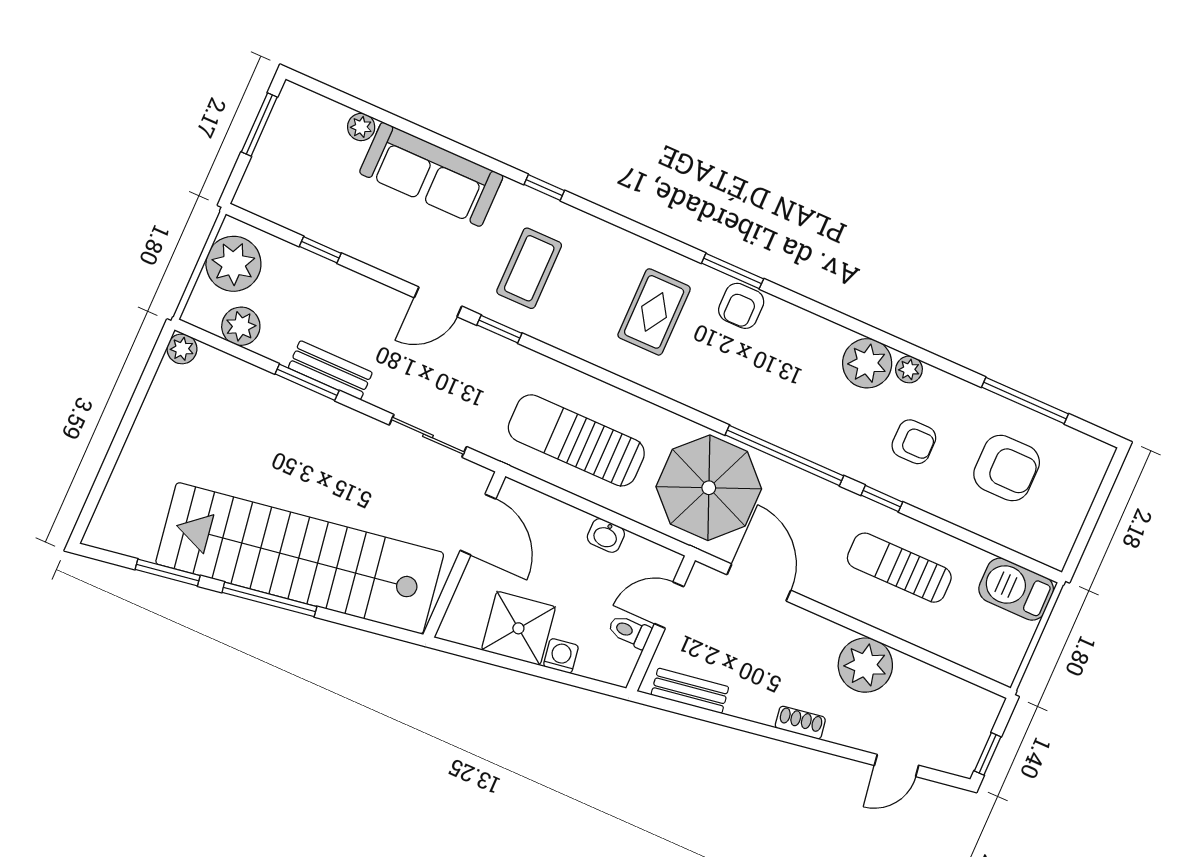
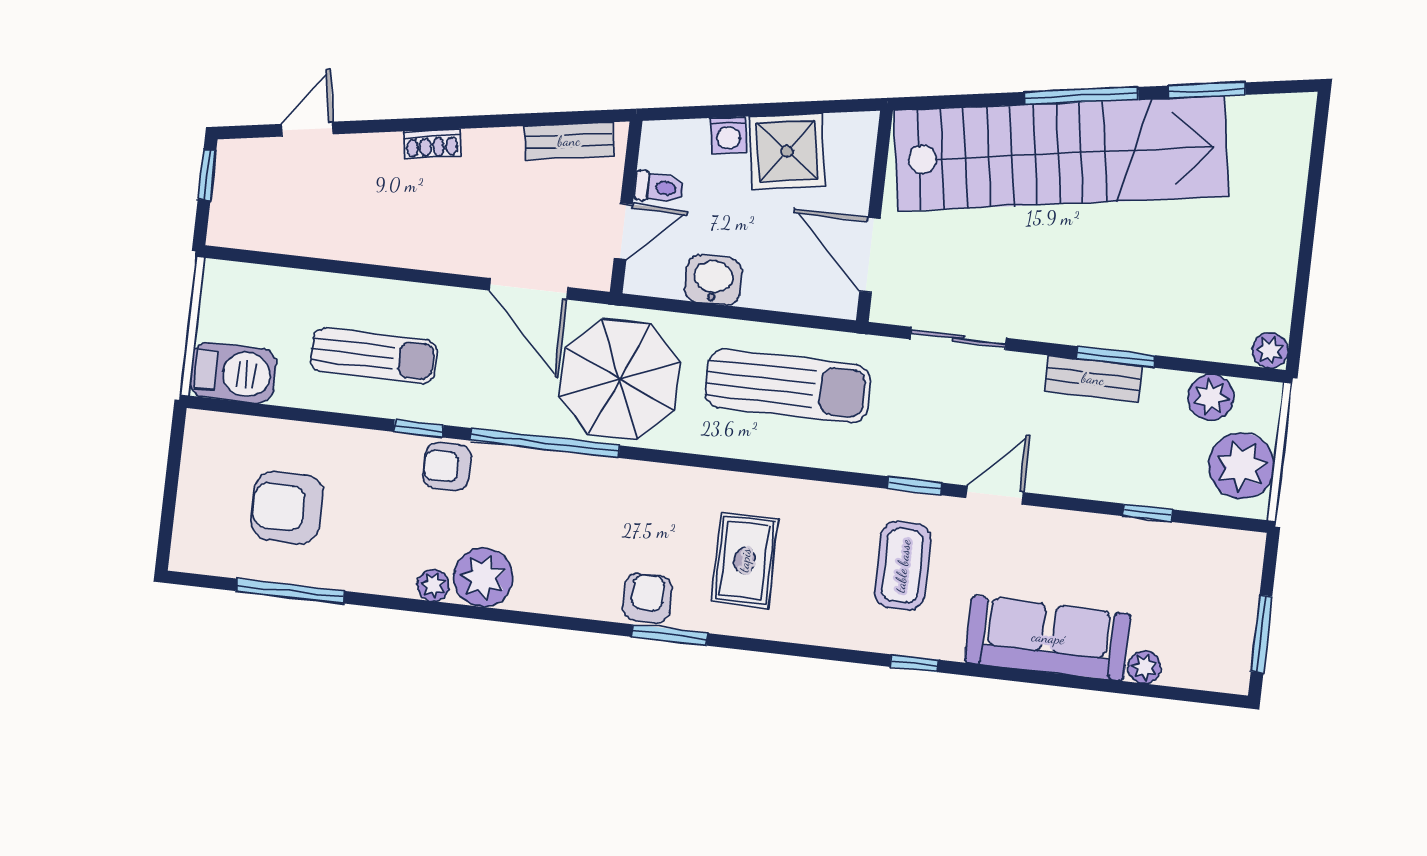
armchair: (914, 442) -> (447, 467), moved
washbasin: (606, 535) -> (713, 280), width x1.38, depth x1.45
plant: (865, 665) -> (378, 233), removed

